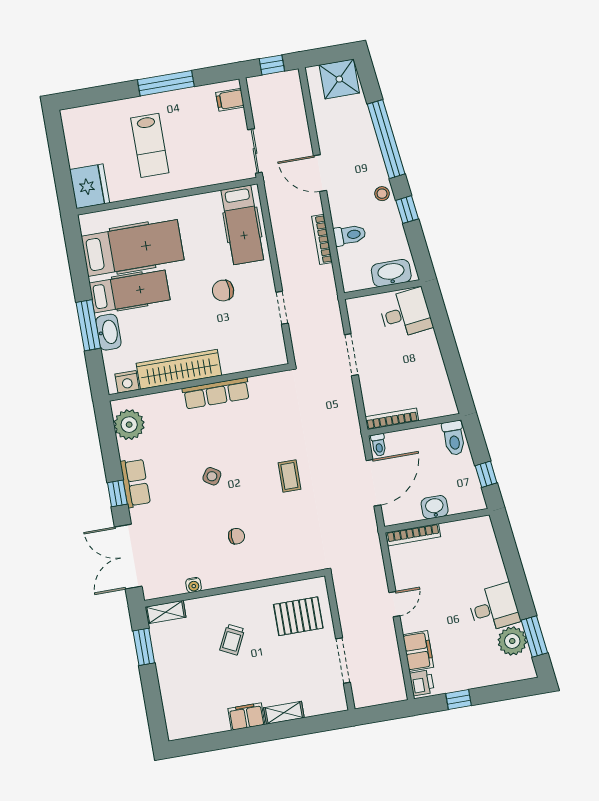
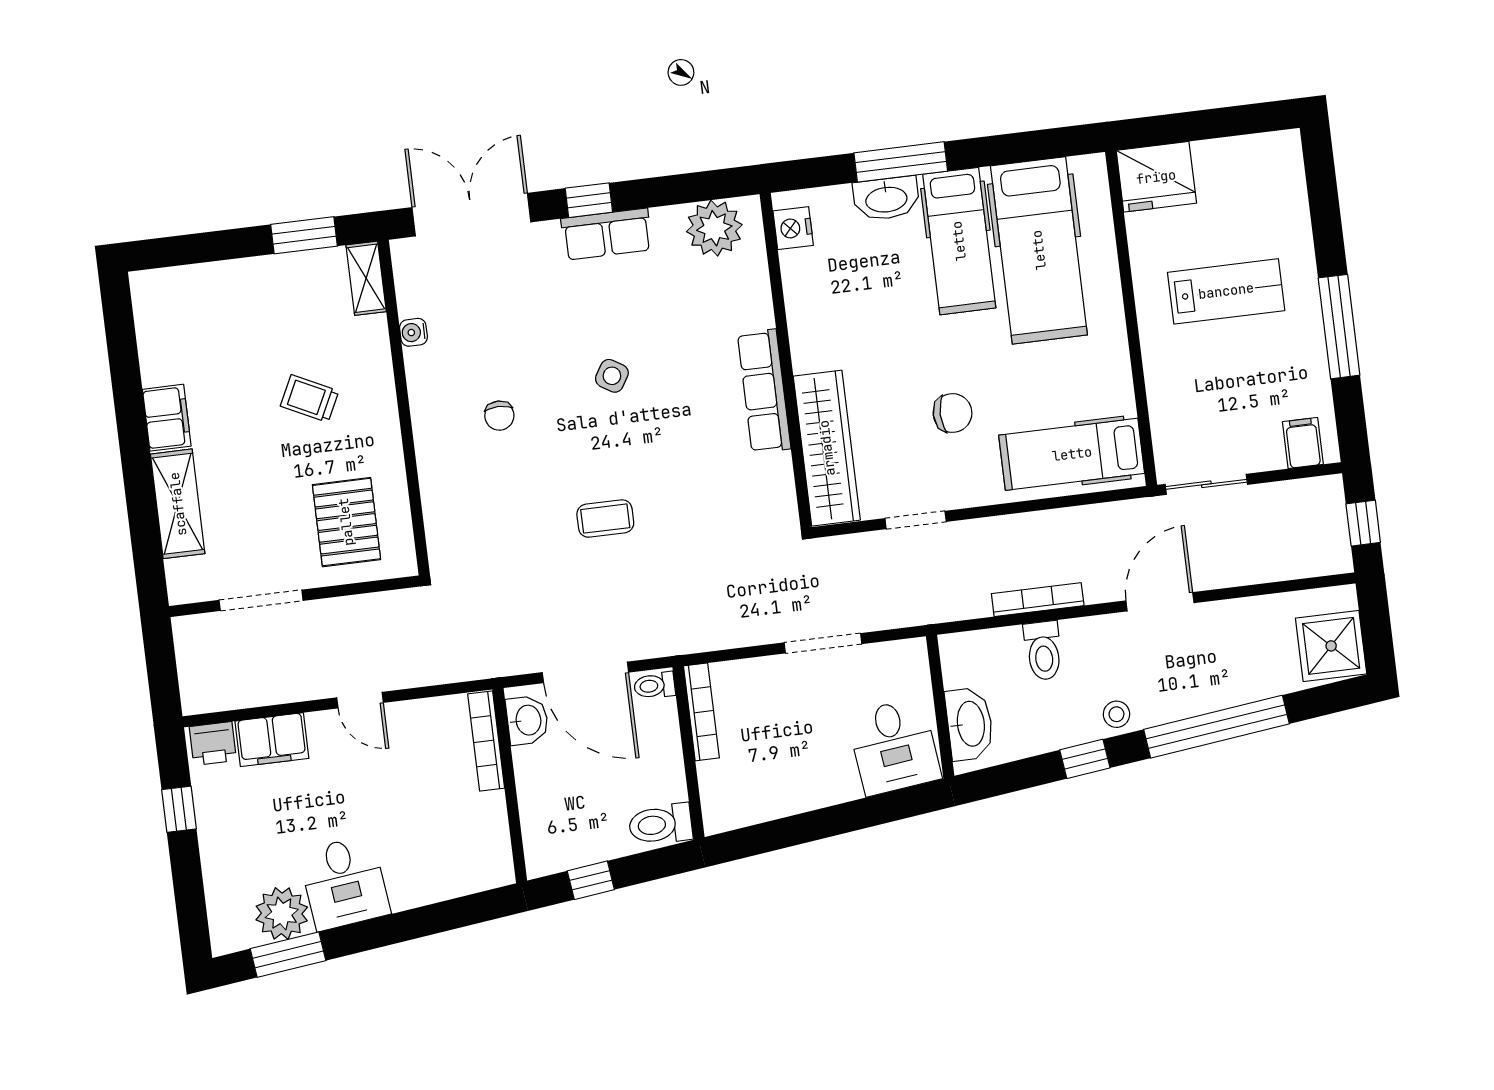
lab bench: (150, 145) -> (1226, 291), turned 180
chair: (223, 291) -> (953, 413), turned 90
wardrobe: (179, 369) -> (827, 448), moved
washbasin: (435, 507) -> (527, 720), moved
shelving: (284, 713) -> (178, 504), width x1.50, depth x1.33

